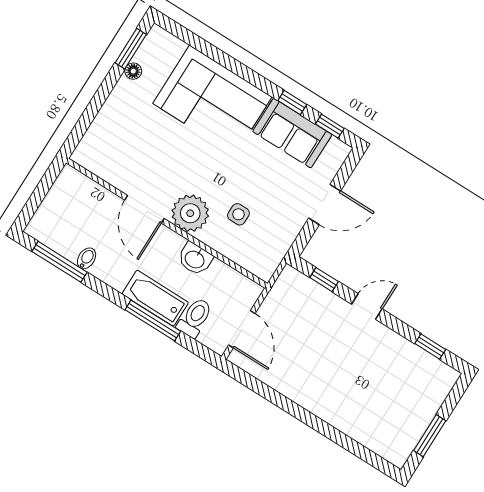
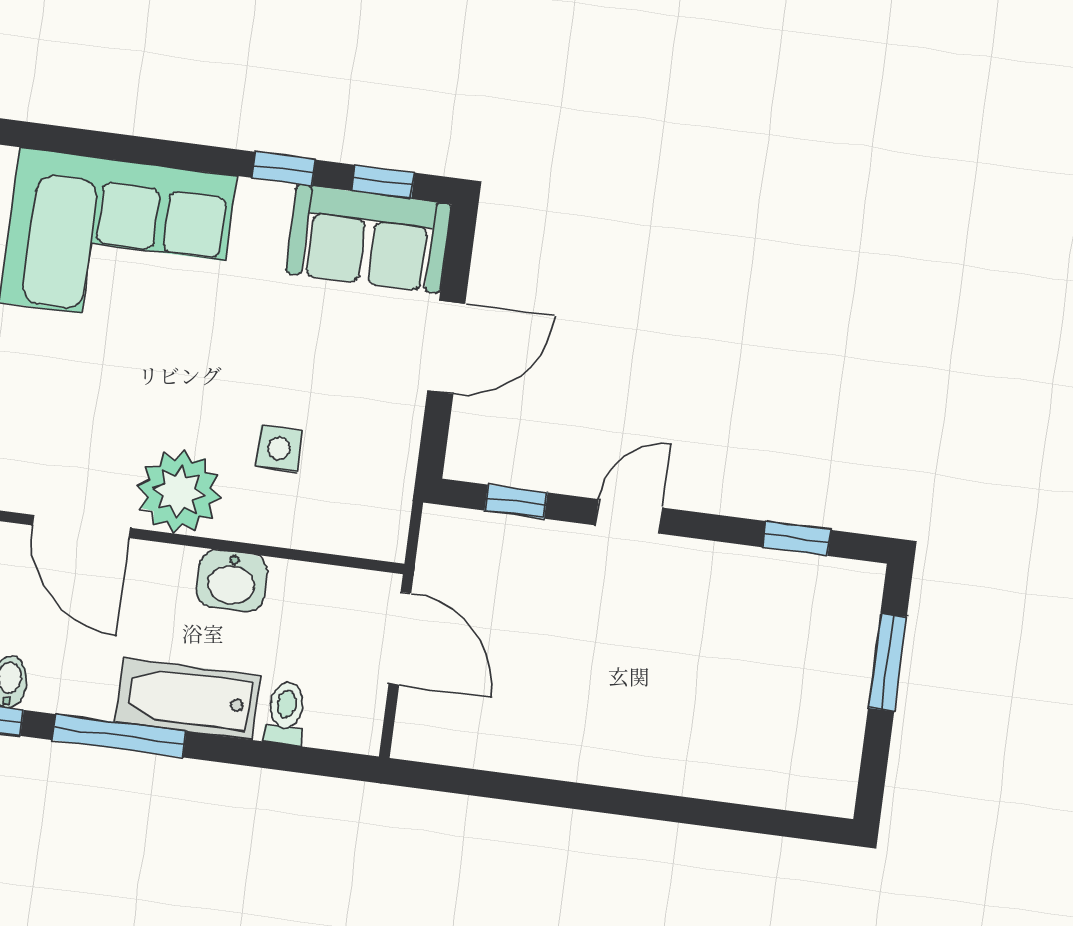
sofa: (292, 133) -> (368, 239), moved
toilet: (195, 318) -> (285, 713), width x0.73, depth x0.72
window: (153, 321) -> (119, 736), moved
door: (242, 329) -> (400, 638), moved
window: (430, 436) -> (887, 662), moved

